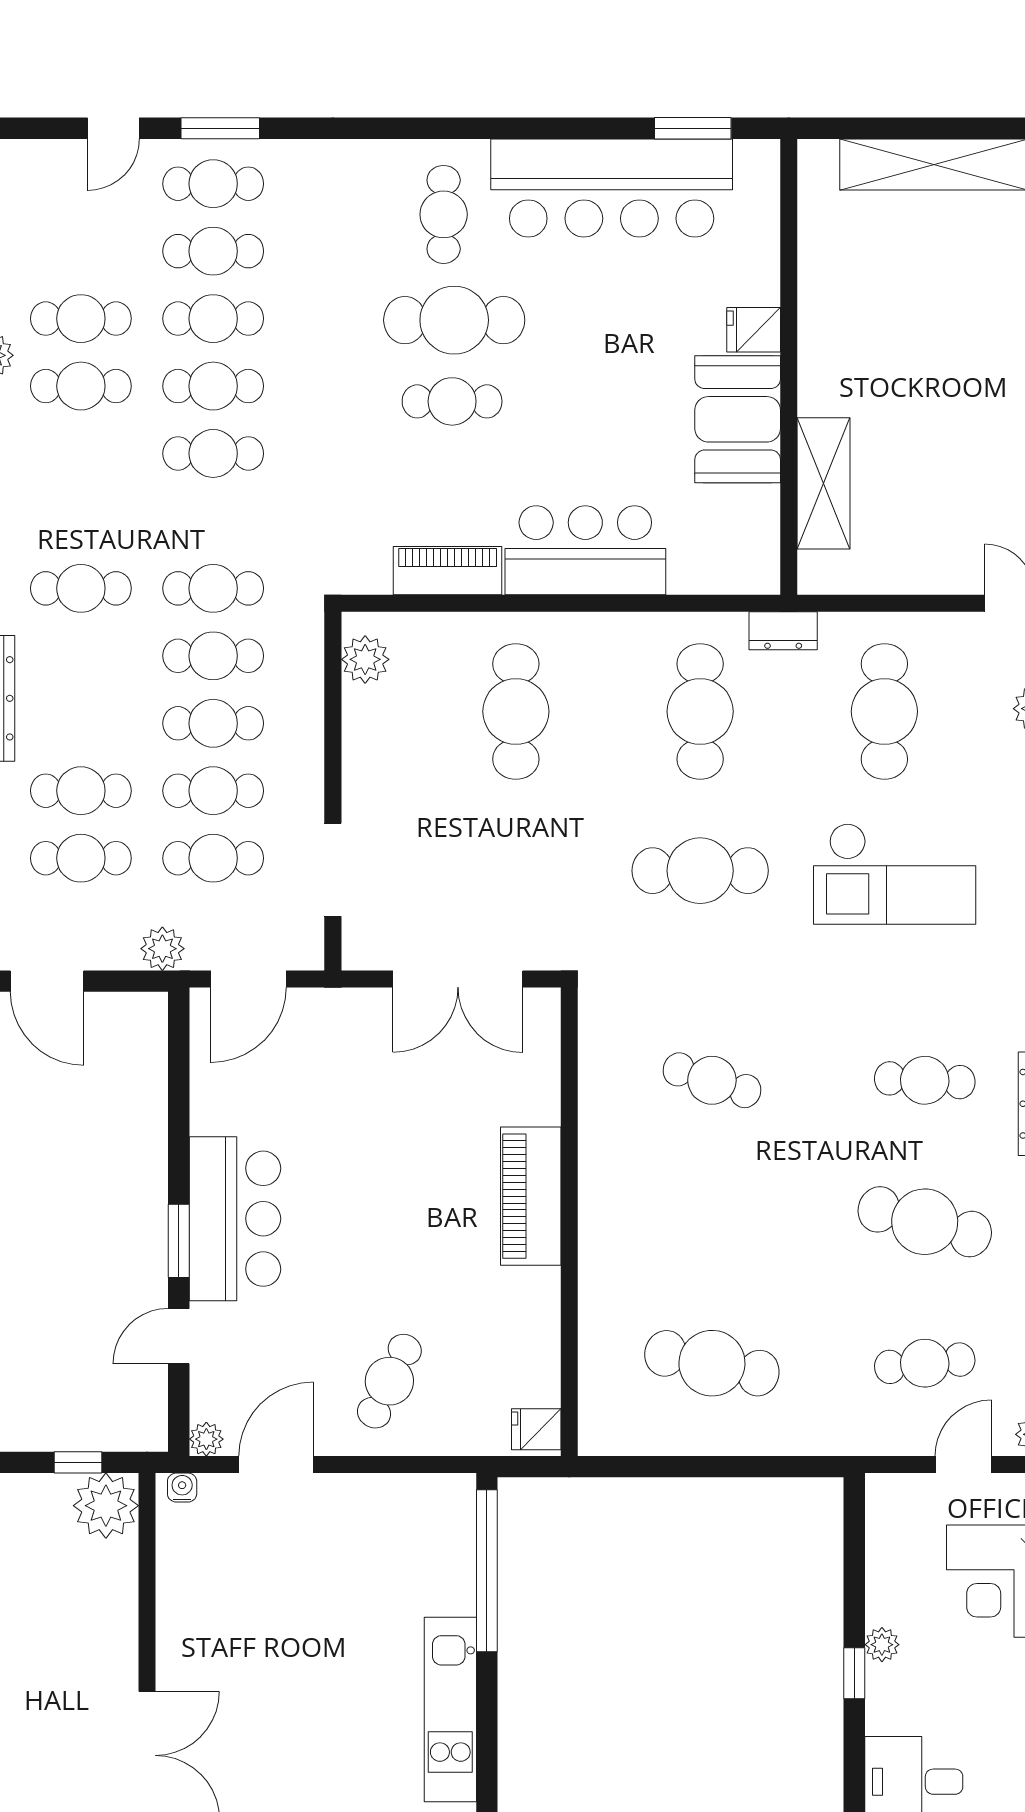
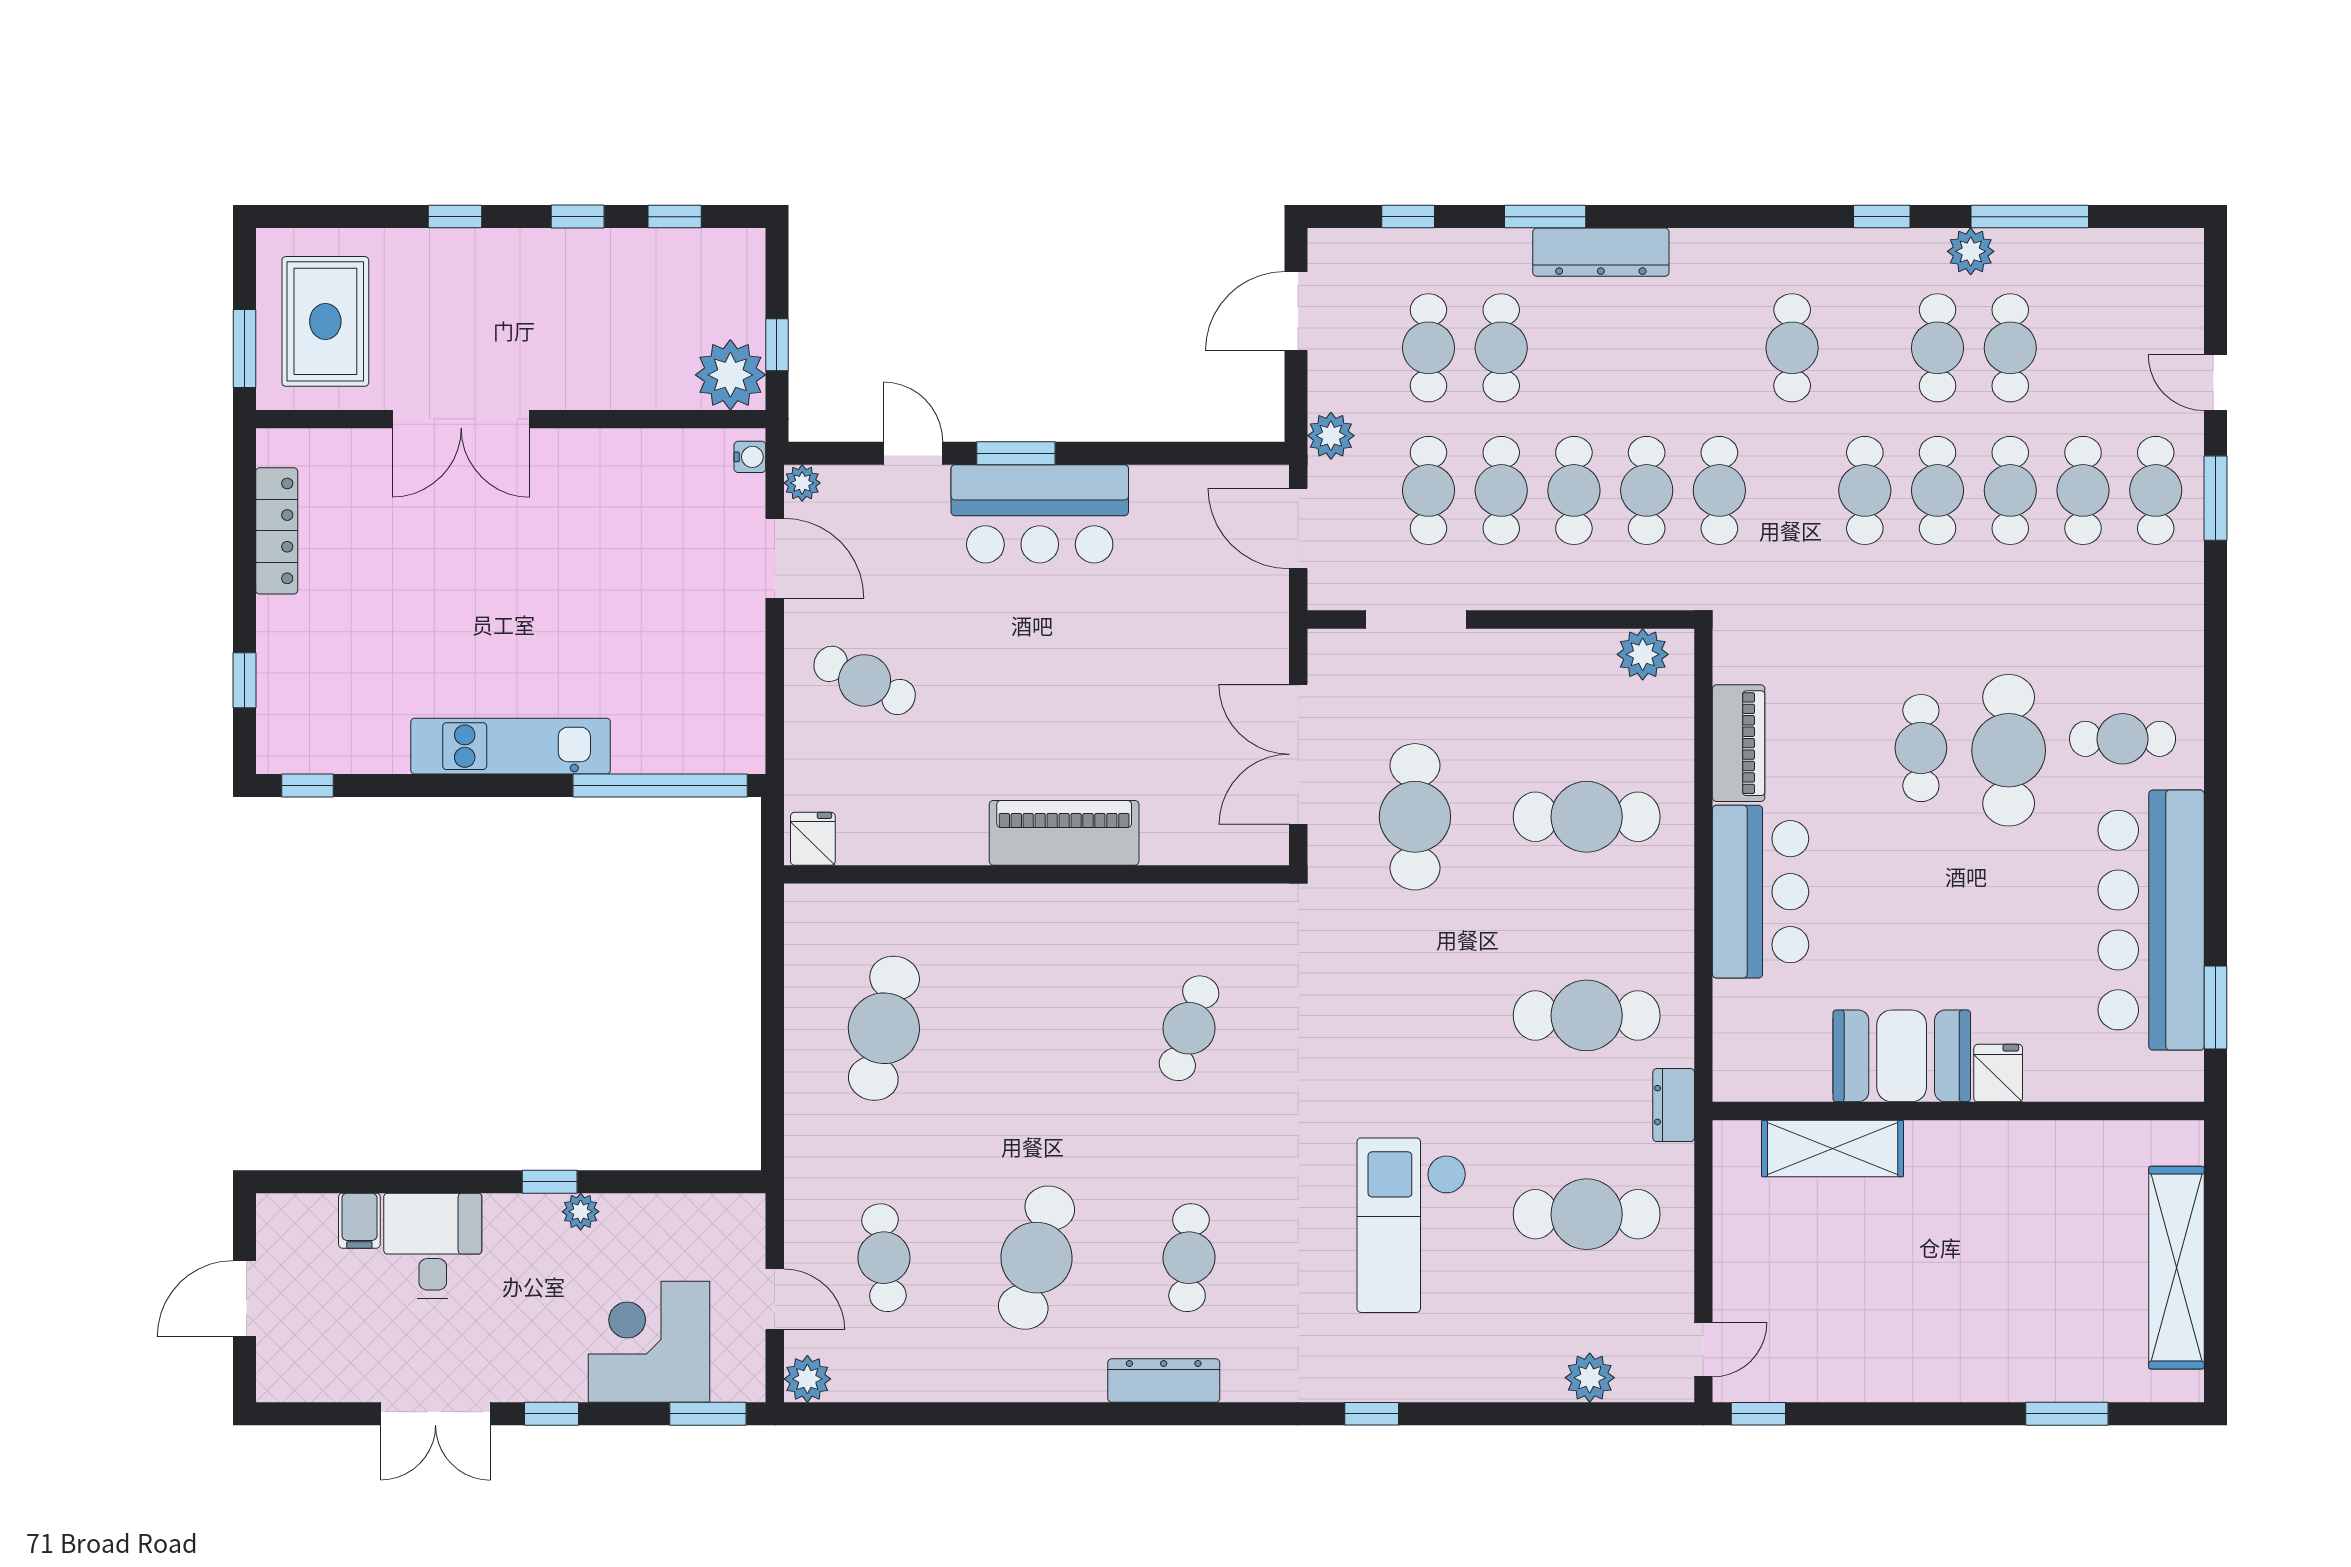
cafe table: (81, 588) -> (1792, 348), moved
cafe table: (700, 871) -> (1415, 817), moved

